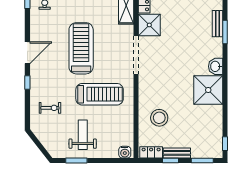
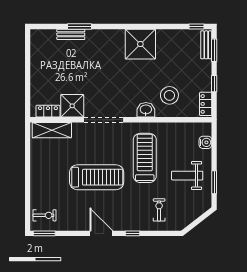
treadmill: (81, 48) -> (97, 177), turned 180
washbasin: (216, 66) -> (146, 110), moved, turned 180
water cooler: (125, 152) -> (205, 142), moved
bench: (177, 153) -> (206, 45), moved

